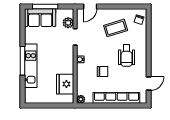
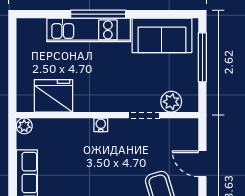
door: (90, 6) -> (202, 164), moved
sofa: (40, 18) -> (162, 35), moved, turned -90
chair: (102, 72) -> (77, 168), removed

